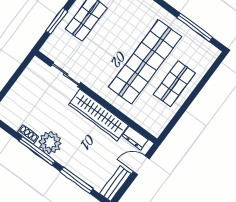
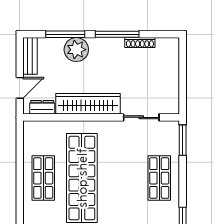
window: (57, 21) -> (183, 140), moved
shoe rack: (28, 134) -> (140, 43), width x1.43
plant: (50, 143) -> (76, 50), moved

